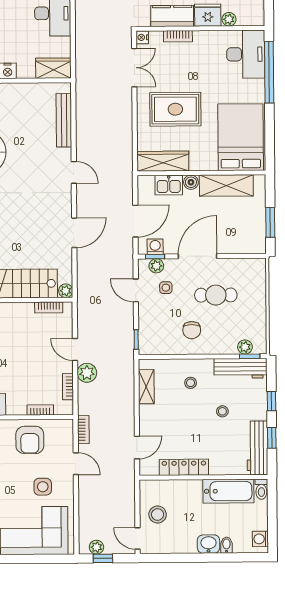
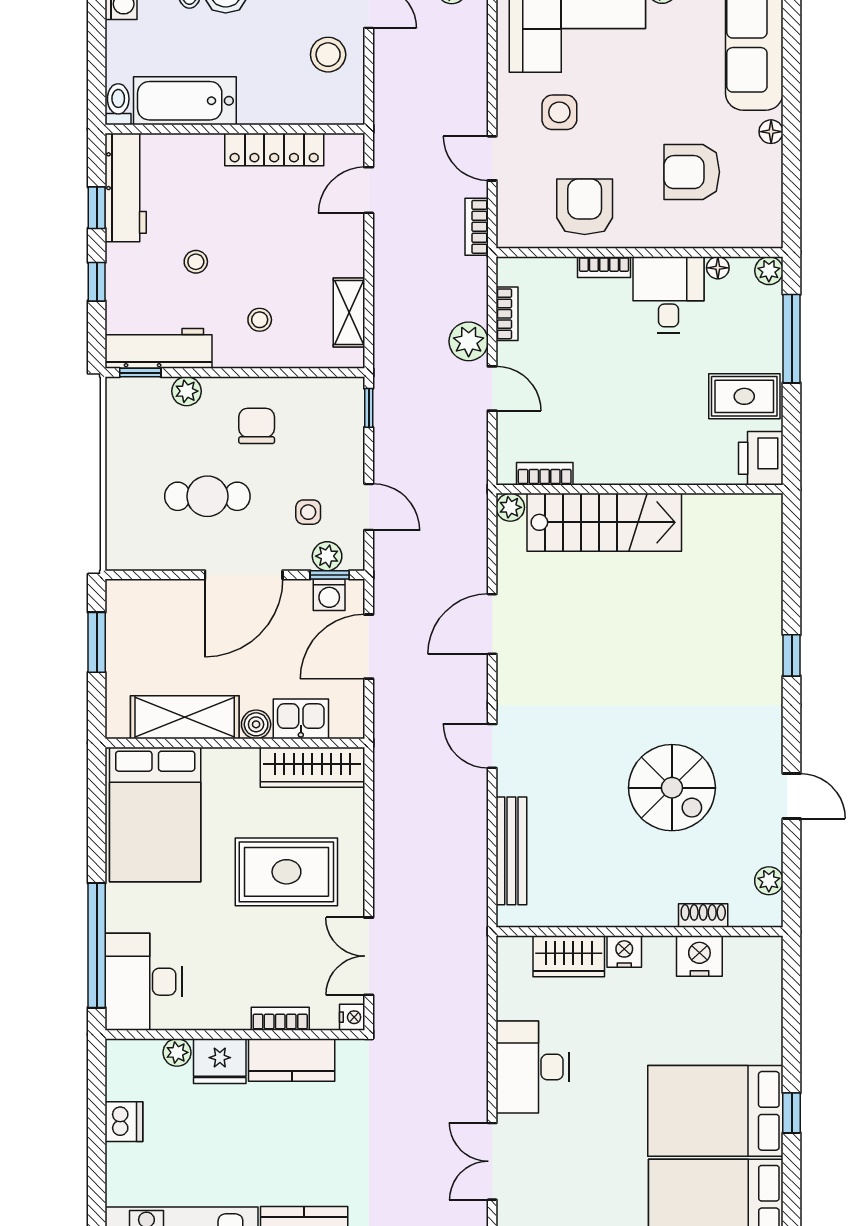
wardrobe: (53, 68) -> (569, 956), moved
plant: (245, 347) -> (187, 391), moved
bookcase: (40, 410) -> (604, 267), moved

